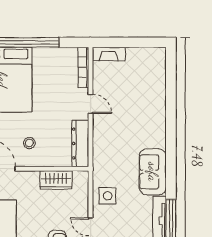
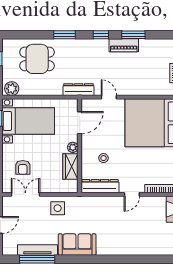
stool: (29, 143) -> (103, 158), moved
plant: (32, 177) -> (73, 147), added

